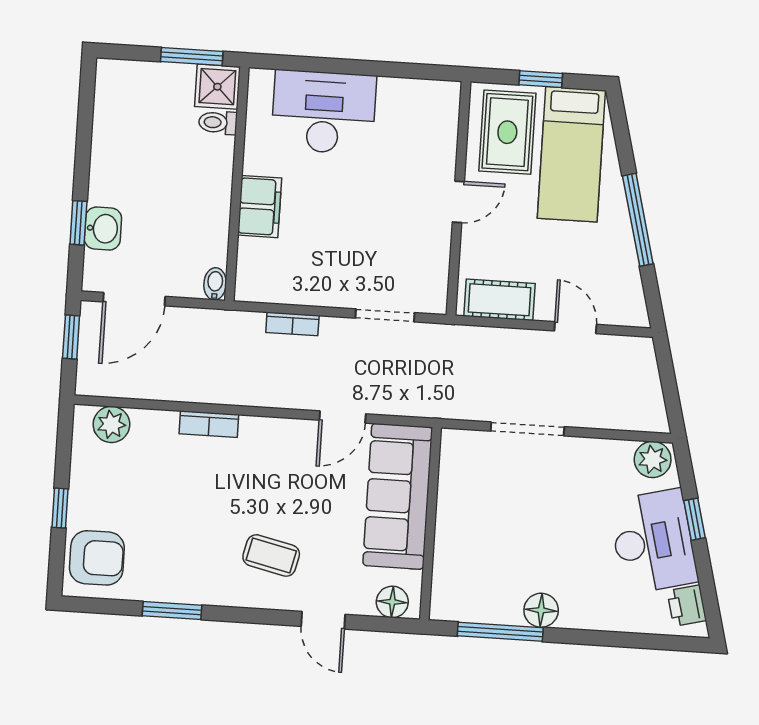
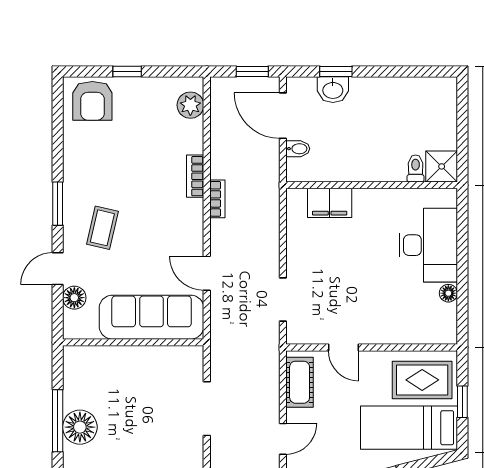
window: (192, 57) -> (462, 146), removed
floor lamp: (391, 89) -> (448, 293), added
door: (458, 202) -> (343, 347), moved
filing cabinet: (260, 207) -> (330, 203), moved
bidet: (215, 284) -> (298, 149), moved
bookcase: (292, 324) -> (217, 199), moved, turned 180
floor lamp: (392, 602) -> (74, 298), moved
window: (172, 610) -> (58, 204), moved
floor lamp: (541, 610) -> (80, 427), width x1.38, depth x1.38
window: (500, 632) -> (58, 421), moved

